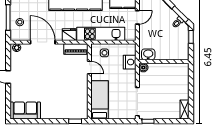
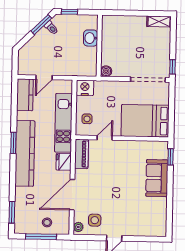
door: (137, 17) -> (44, 77), swing flipped
washbasin: (148, 54) -> (91, 38), moved
side table: (22, 61) -> (95, 220), added
nightstand: (130, 62) -> (85, 88), moved
bed: (100, 100) -> (145, 121), width x1.50
sofa: (25, 111) -> (157, 178), moved

